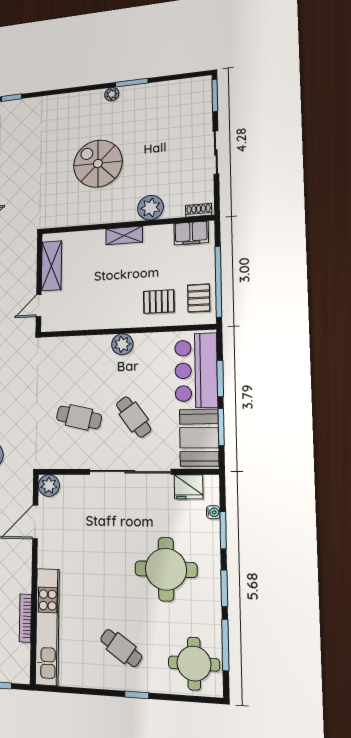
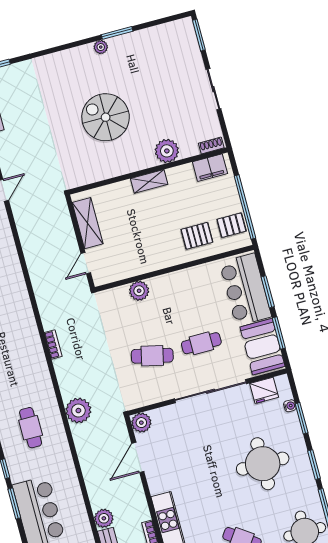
pallet: (199, 298) -> (232, 225), turned 90
plant: (122, 344) -> (139, 291), moved
cafe table: (134, 417) -> (201, 343), turned -54

